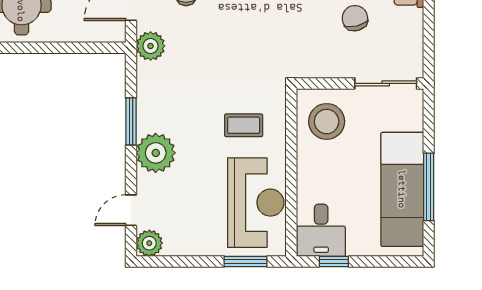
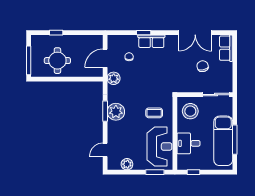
plant: (156, 153) -> (116, 112), moved
desk: (321, 230) -> (188, 143), moved, turned 90
plant: (149, 243) -> (127, 164), moved

